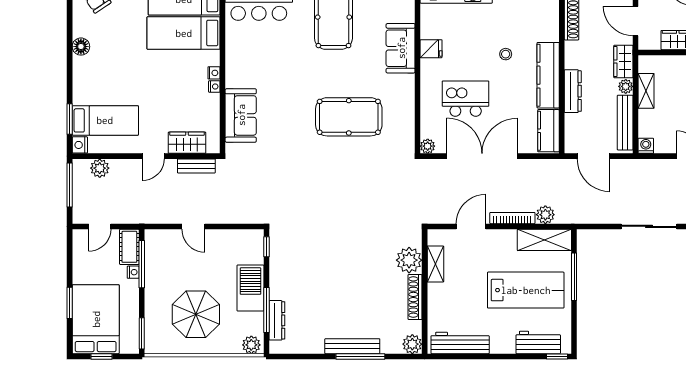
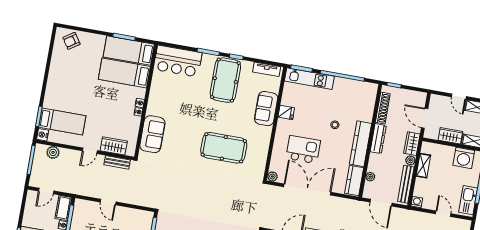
floor lamp: (81, 47) -> (55, 70), removed
dresser: (573, 91) -> (378, 139), moved
plant: (571, 121) -> (370, 177), added

